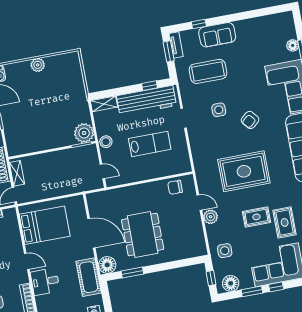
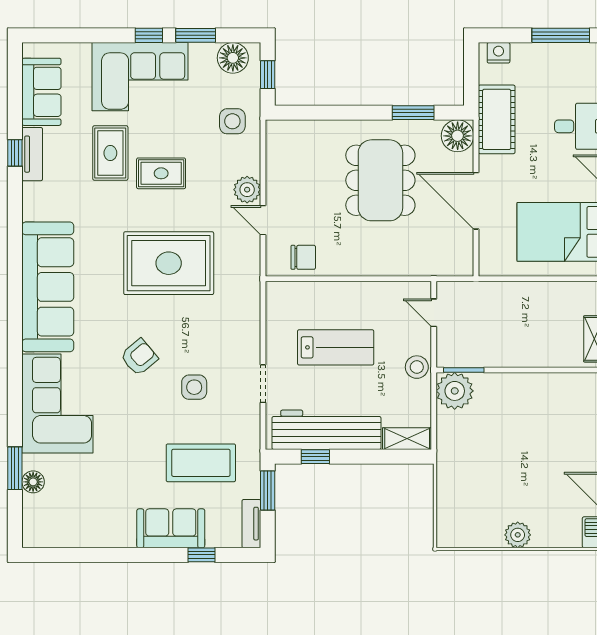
window: (169, 51) -> (268, 491), moved
lab bench: (150, 144) -> (336, 347), turned 180

